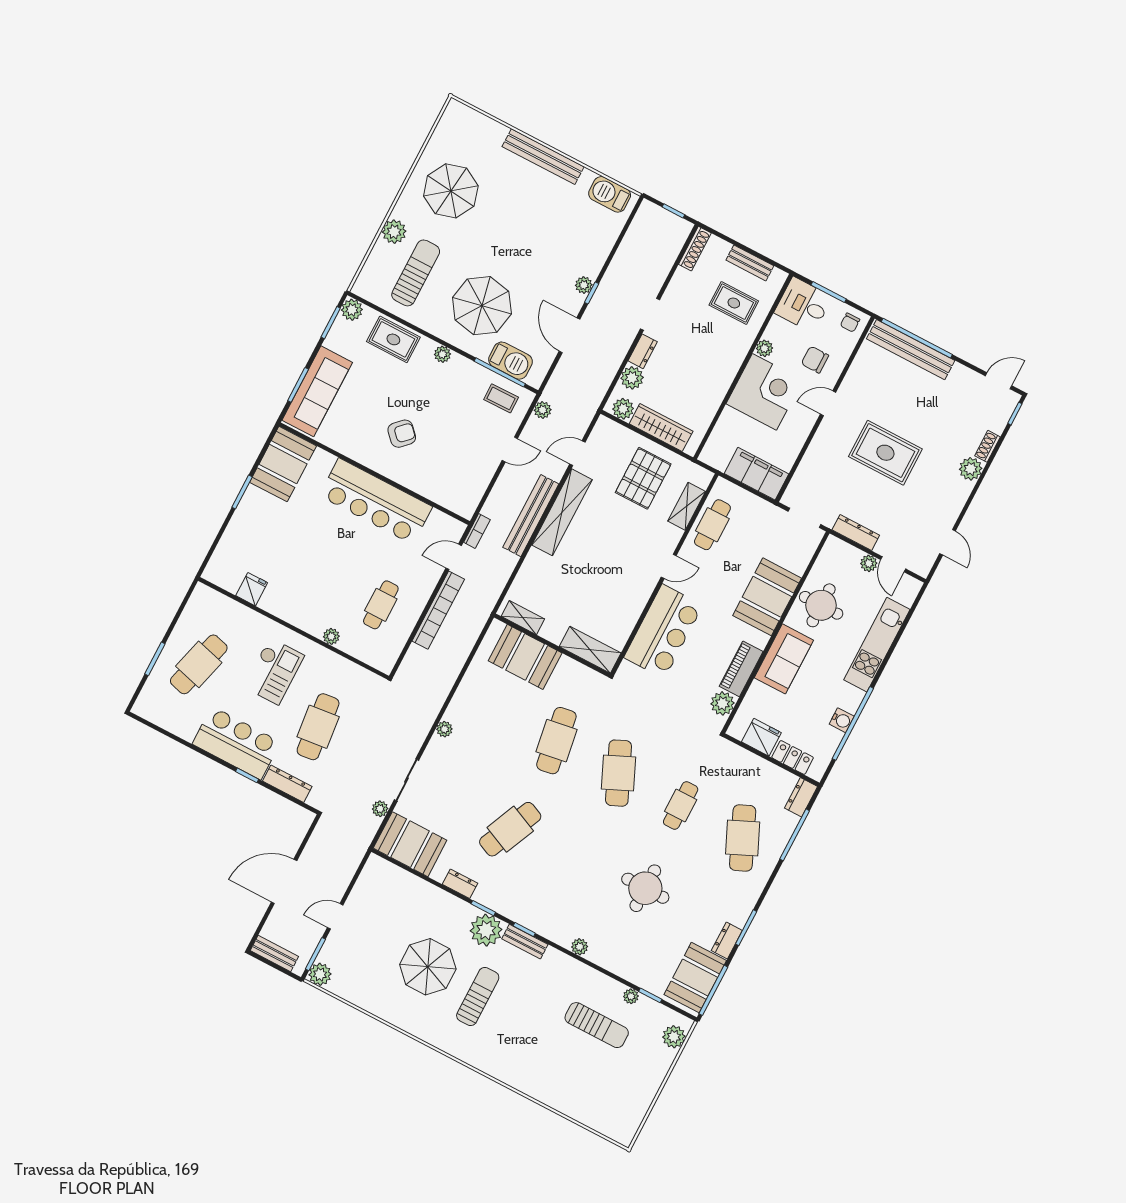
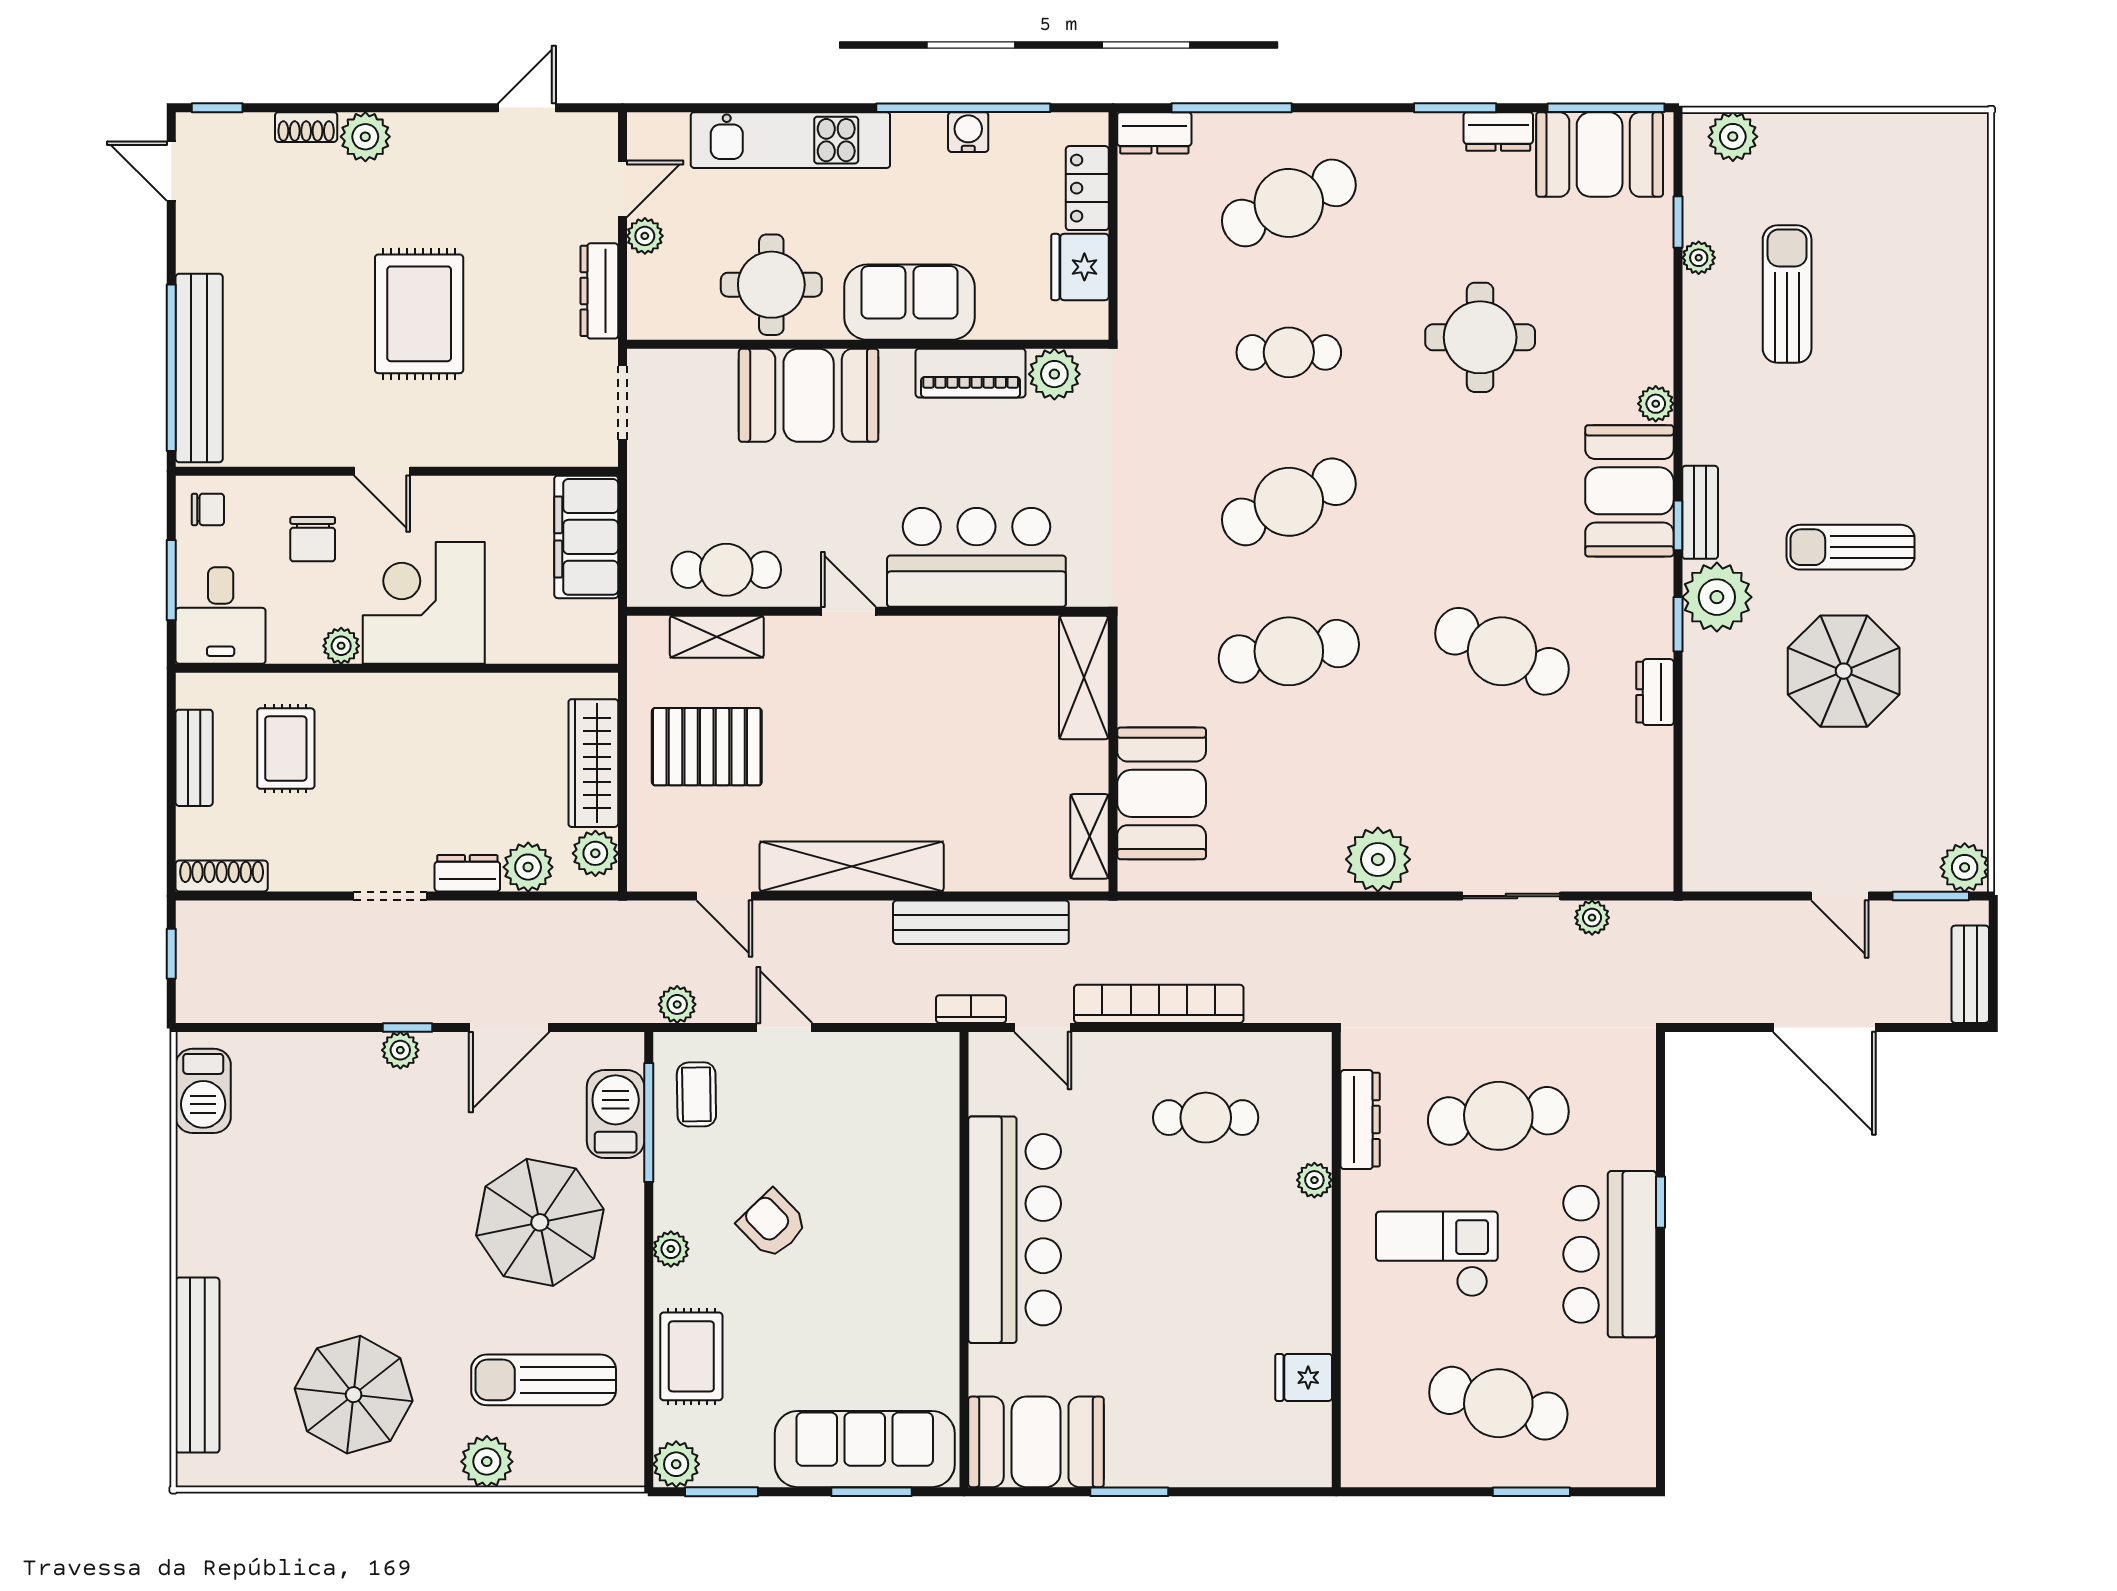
bench: (543, 157) -> (197, 1365), moved
armchair: (402, 434) -> (772, 1224), moved
bench: (531, 516) -> (981, 922), moved
plant: (444, 729) -> (1378, 859), width x1.88, depth x1.88
dresser: (287, 784) -> (1360, 1120), moved, turned 180
booth: (410, 844) -> (1629, 491), moved

